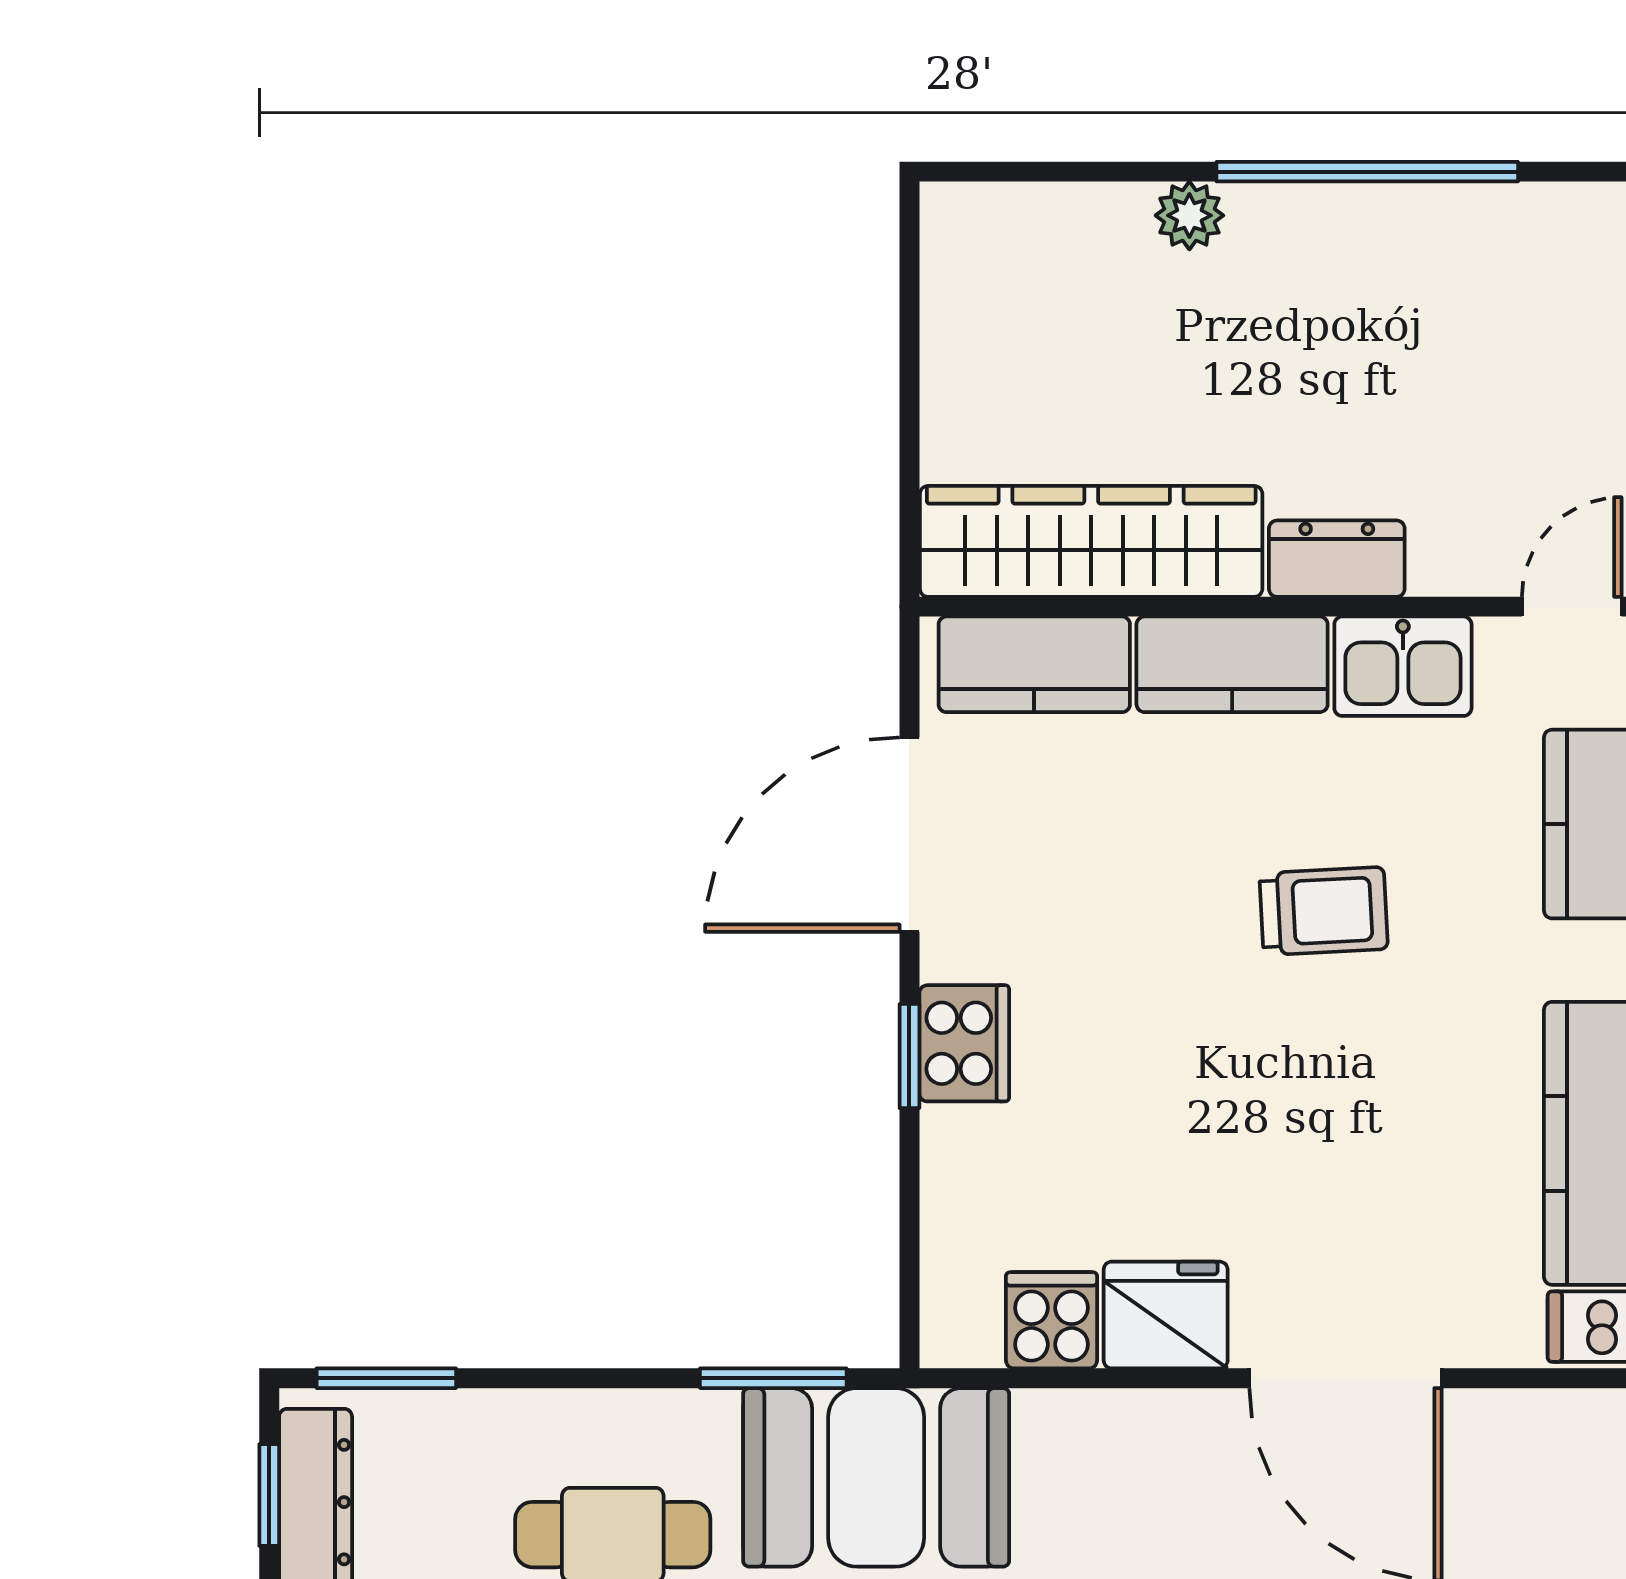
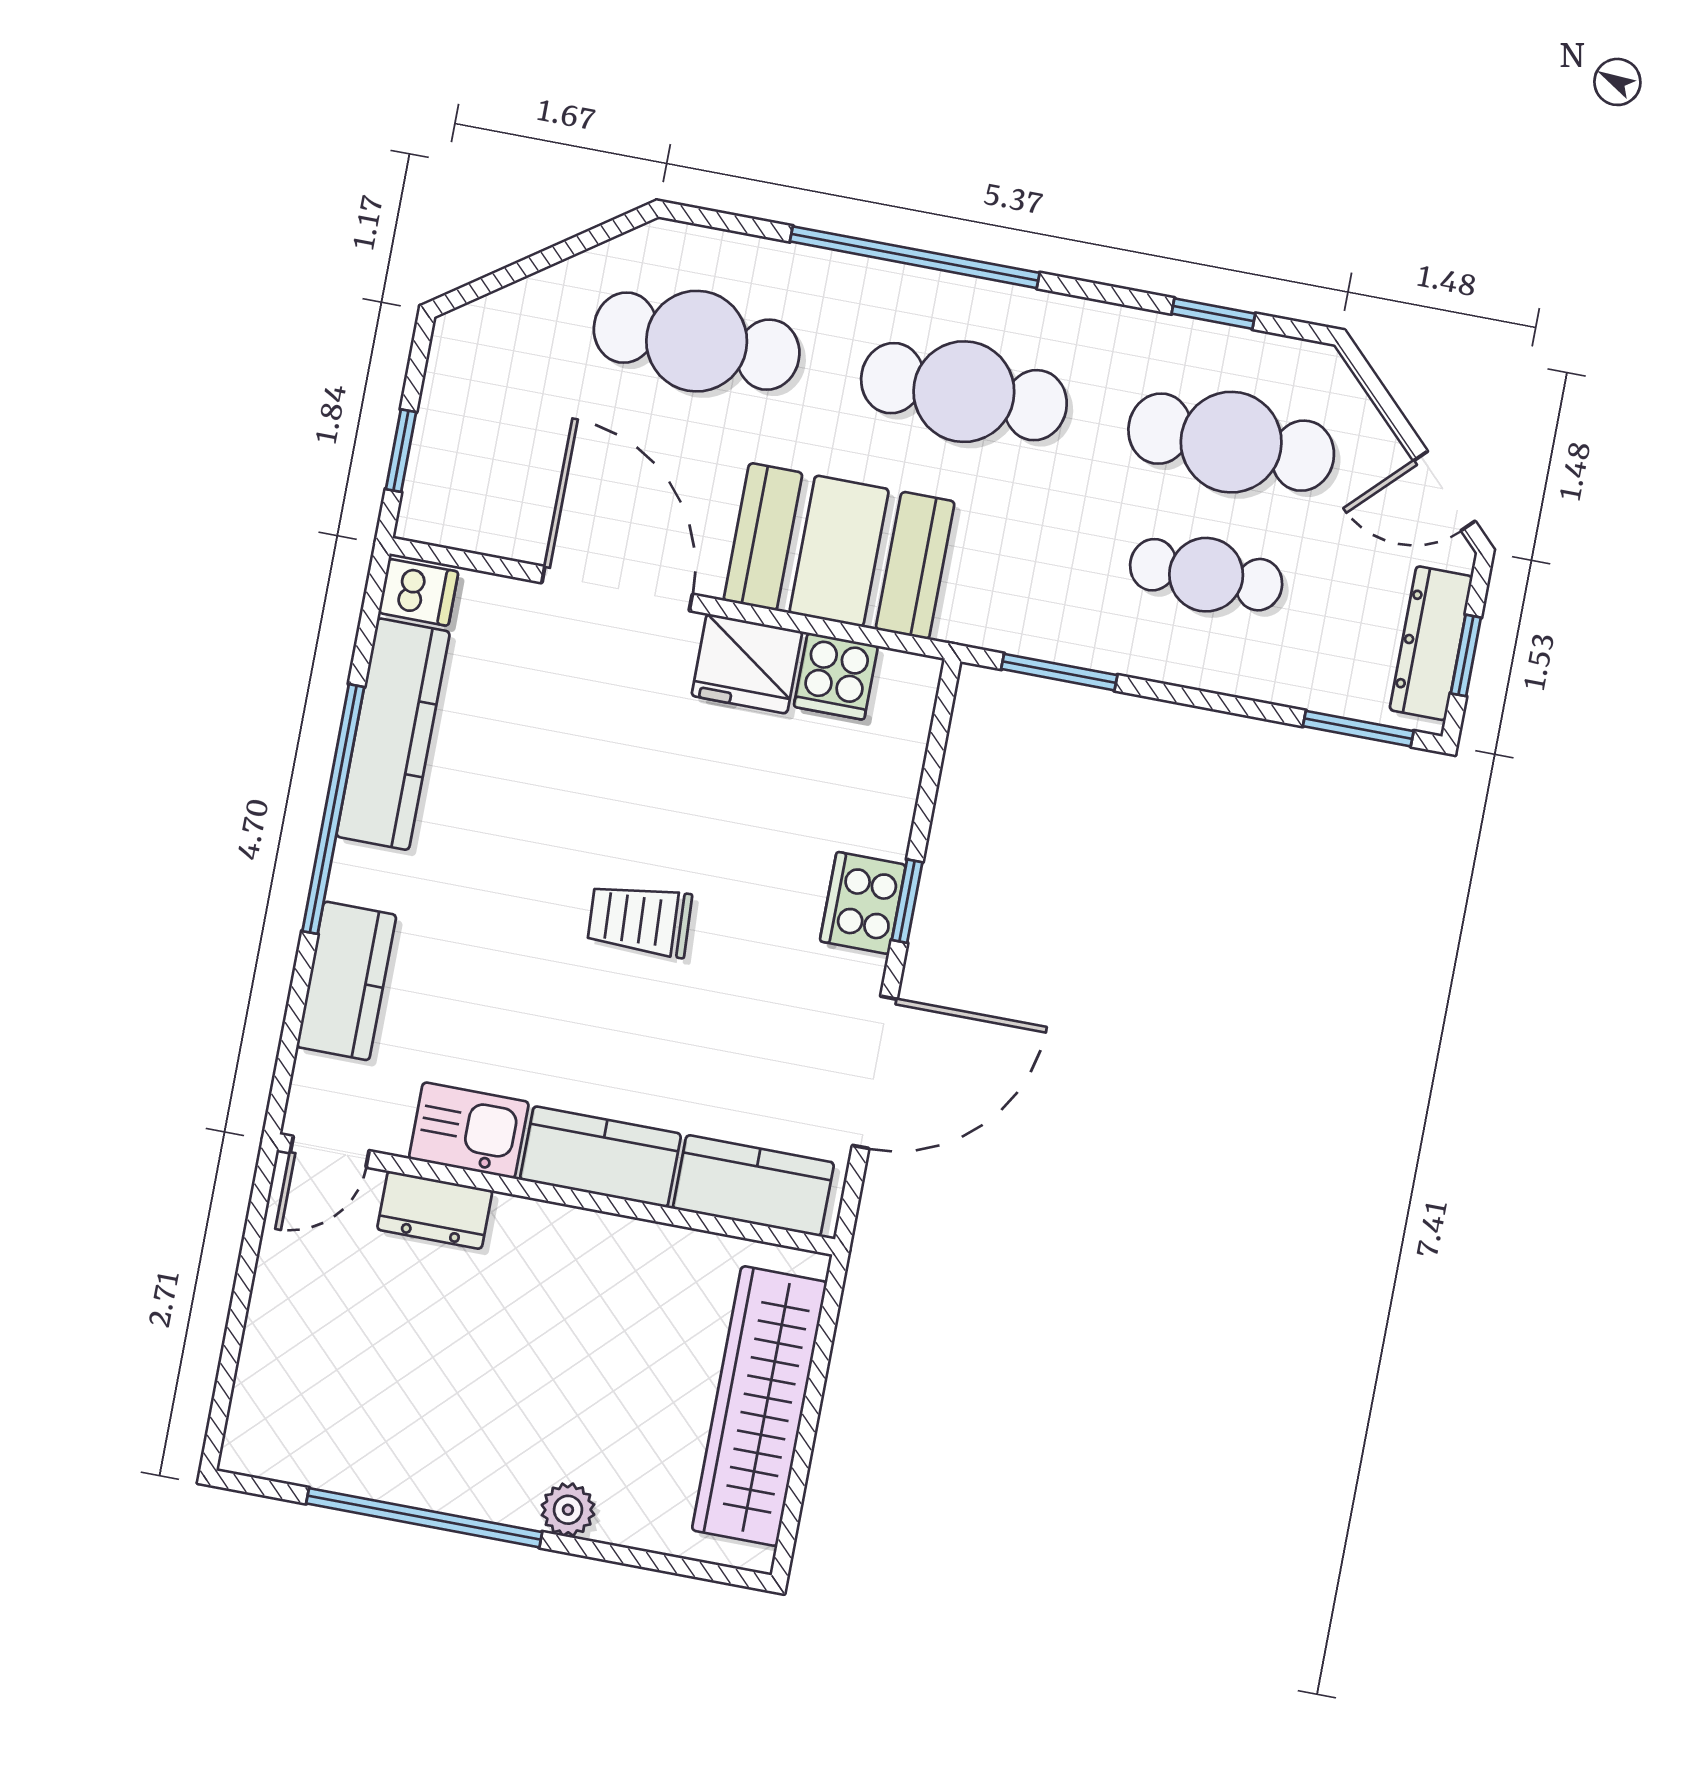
wardrobe: (1091, 541) -> (759, 1406), moved, turned 90
dresser: (1337, 559) -> (435, 1210), moved
trolley: (1324, 911) -> (640, 920), moved
booth: (876, 1477) -> (839, 551), moved

